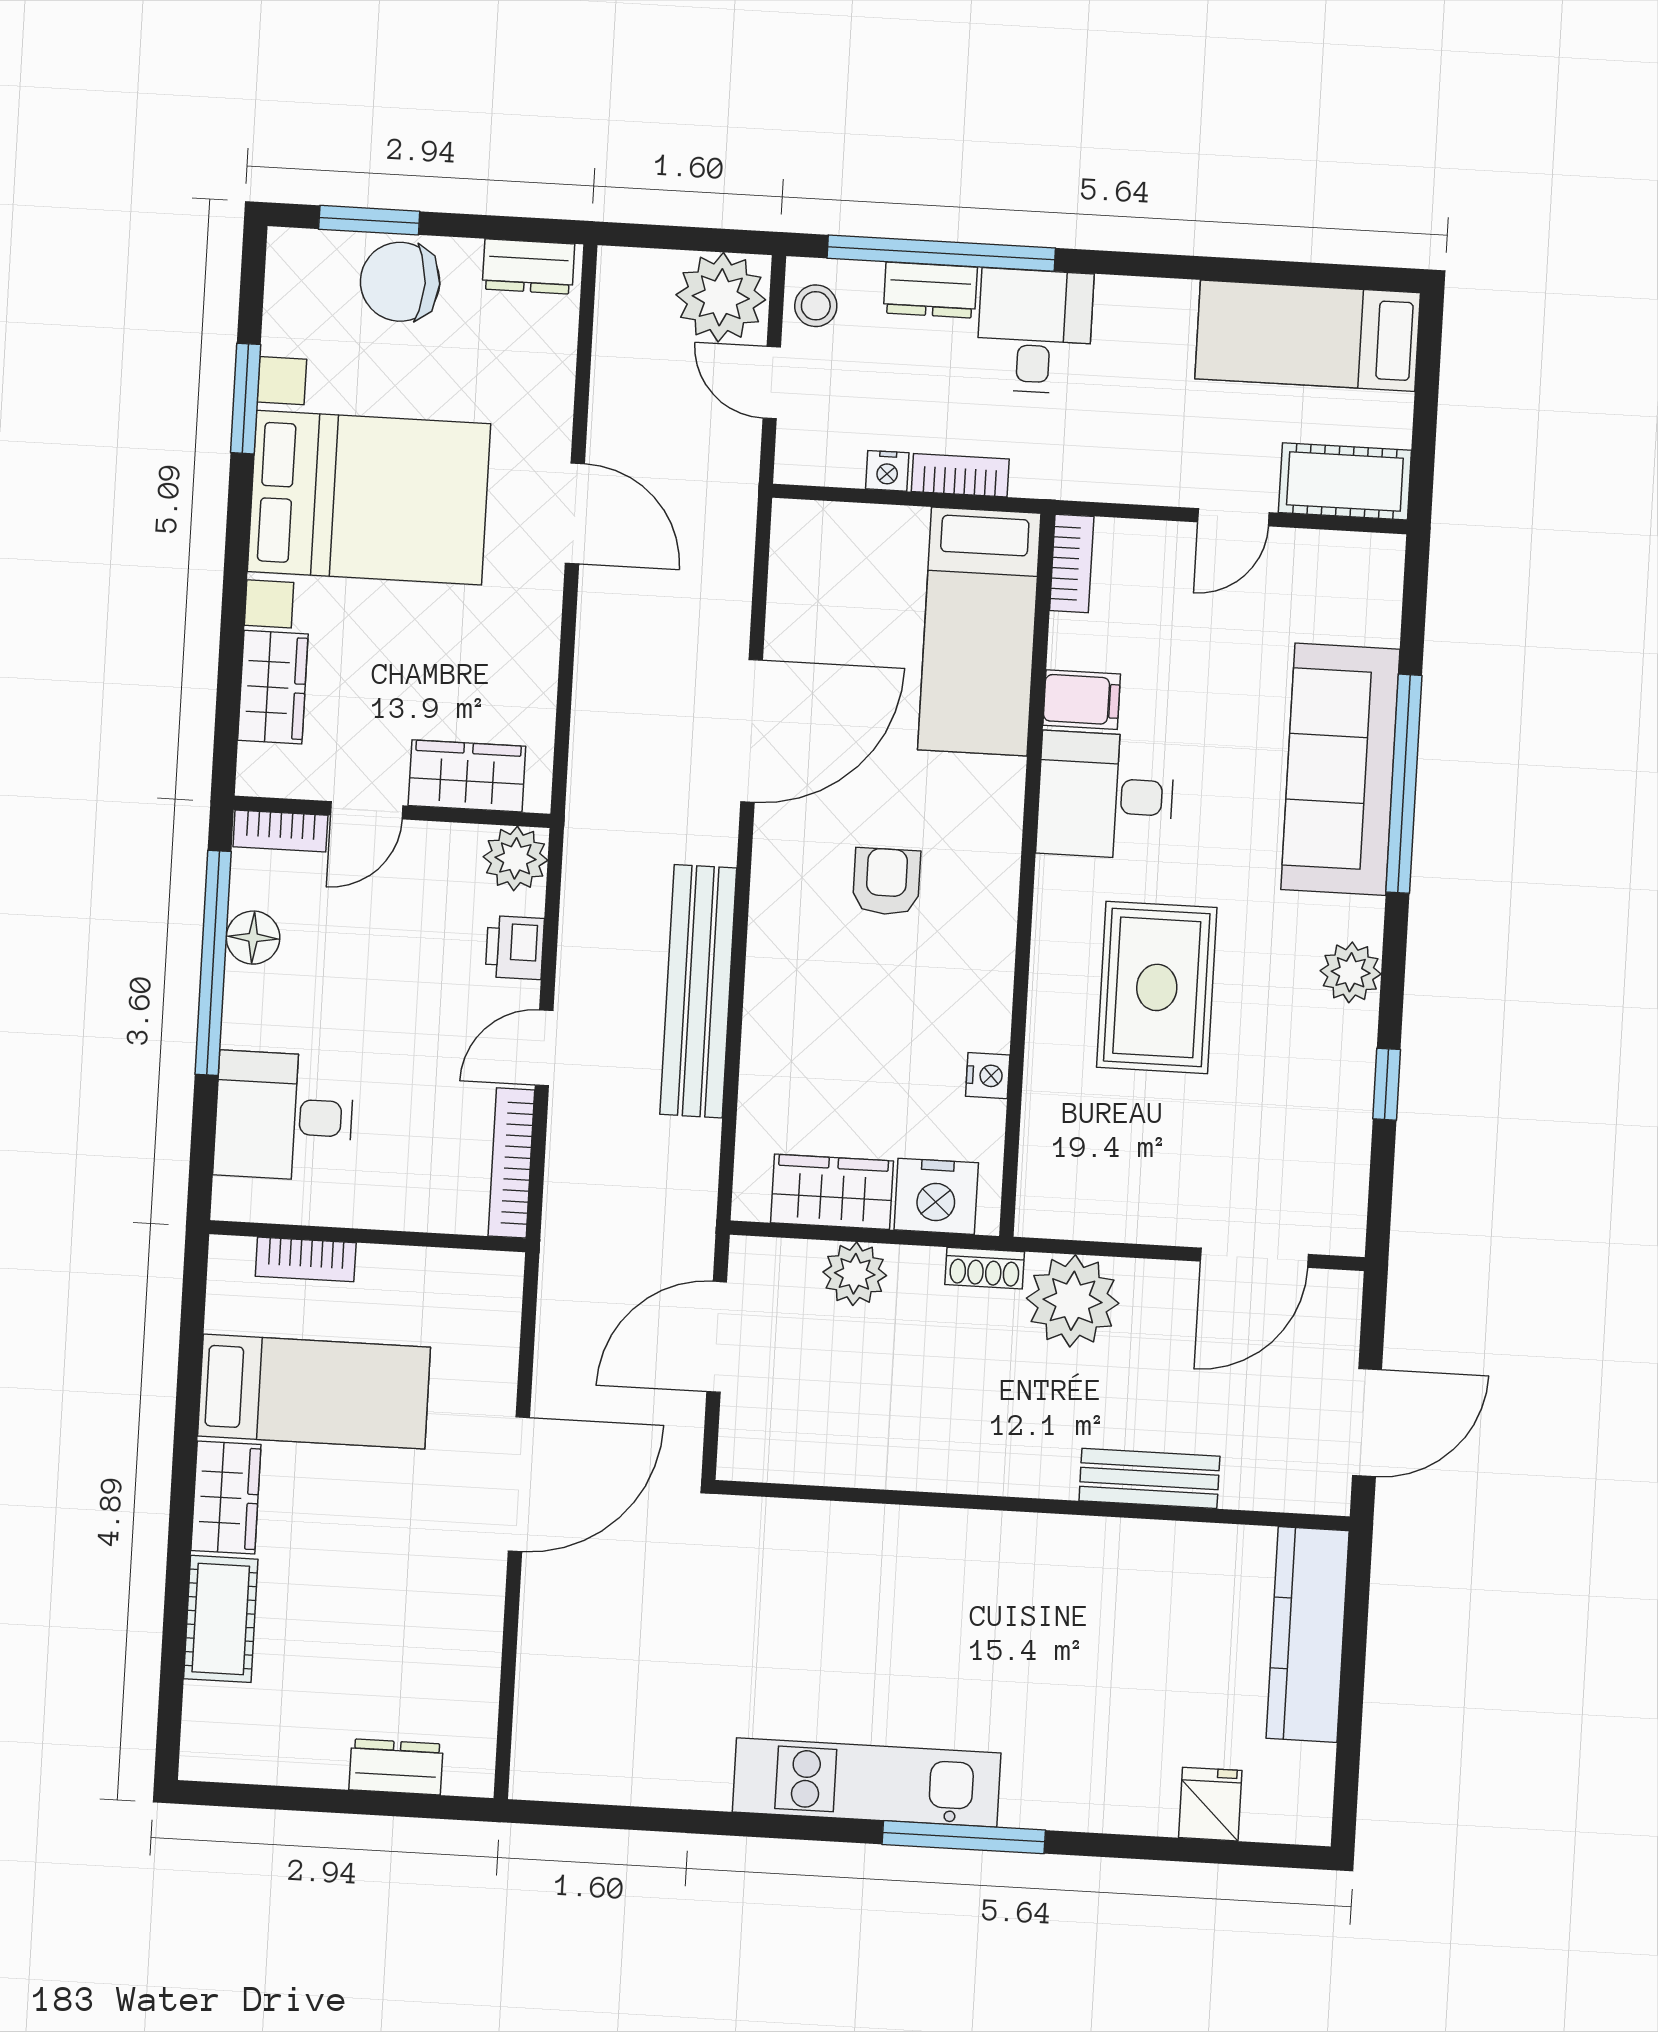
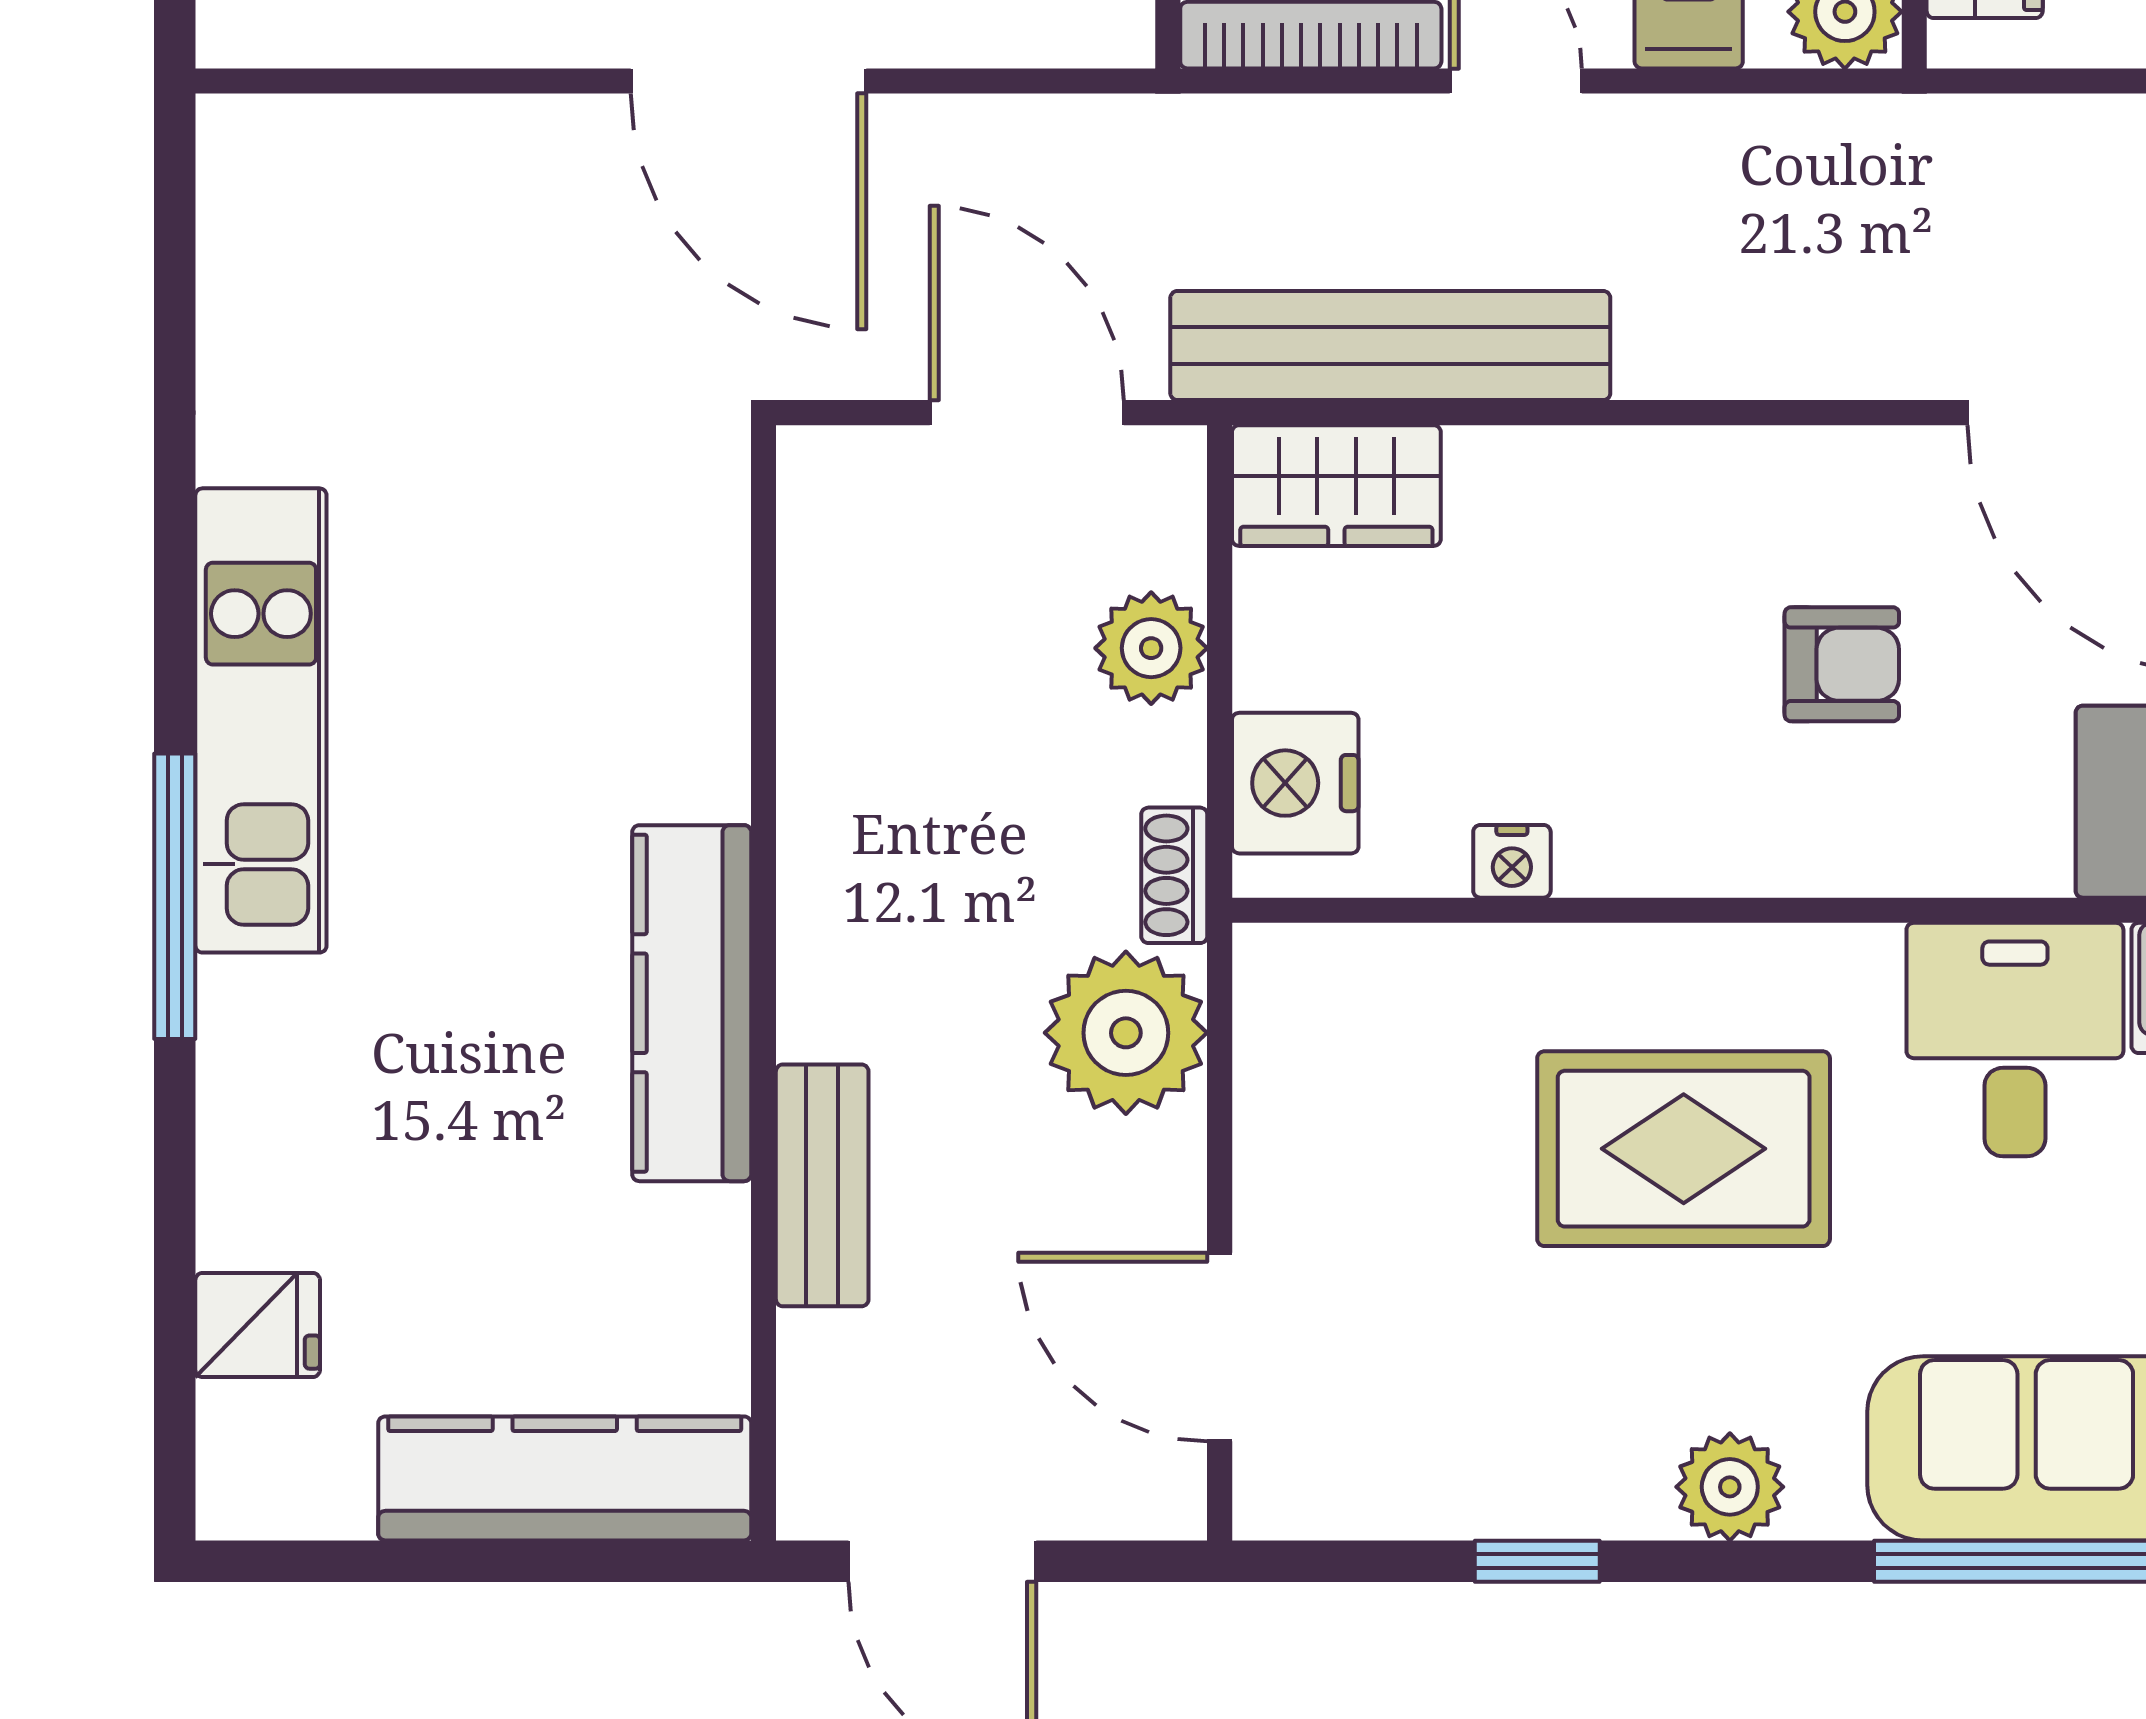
bench: (698, 991) -> (1390, 346), moved
wardrobe: (832, 1192) -> (1336, 486), moved, turned 90
kitchen counter: (1042, 1547) -> (692, 1003), added

